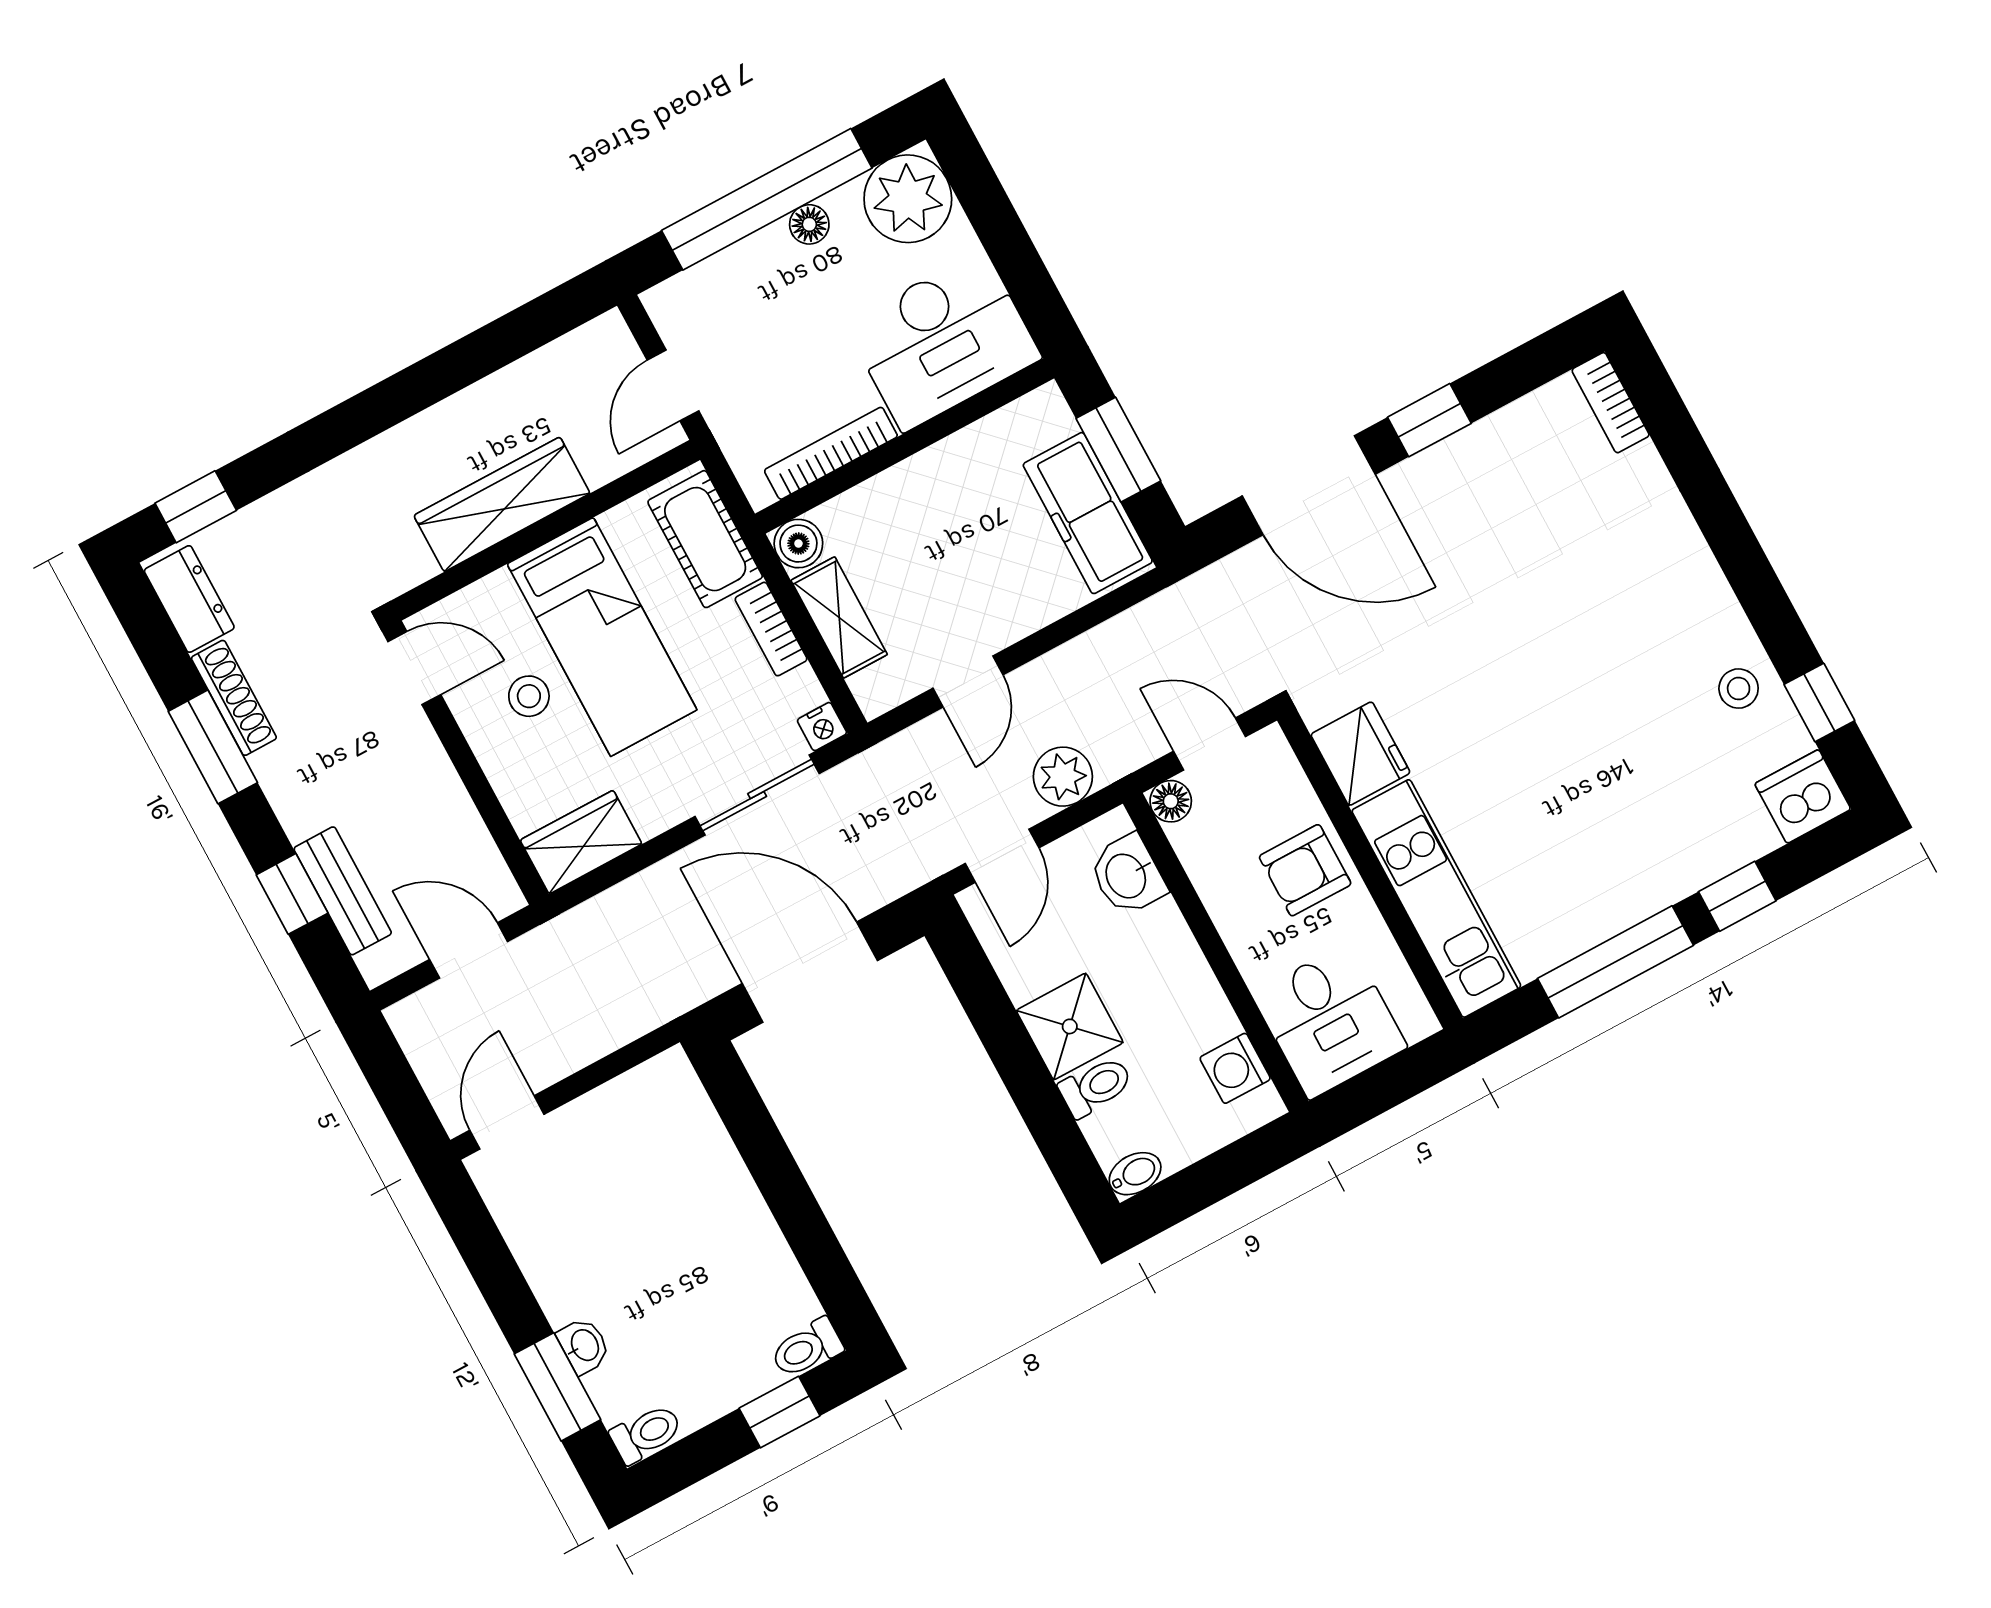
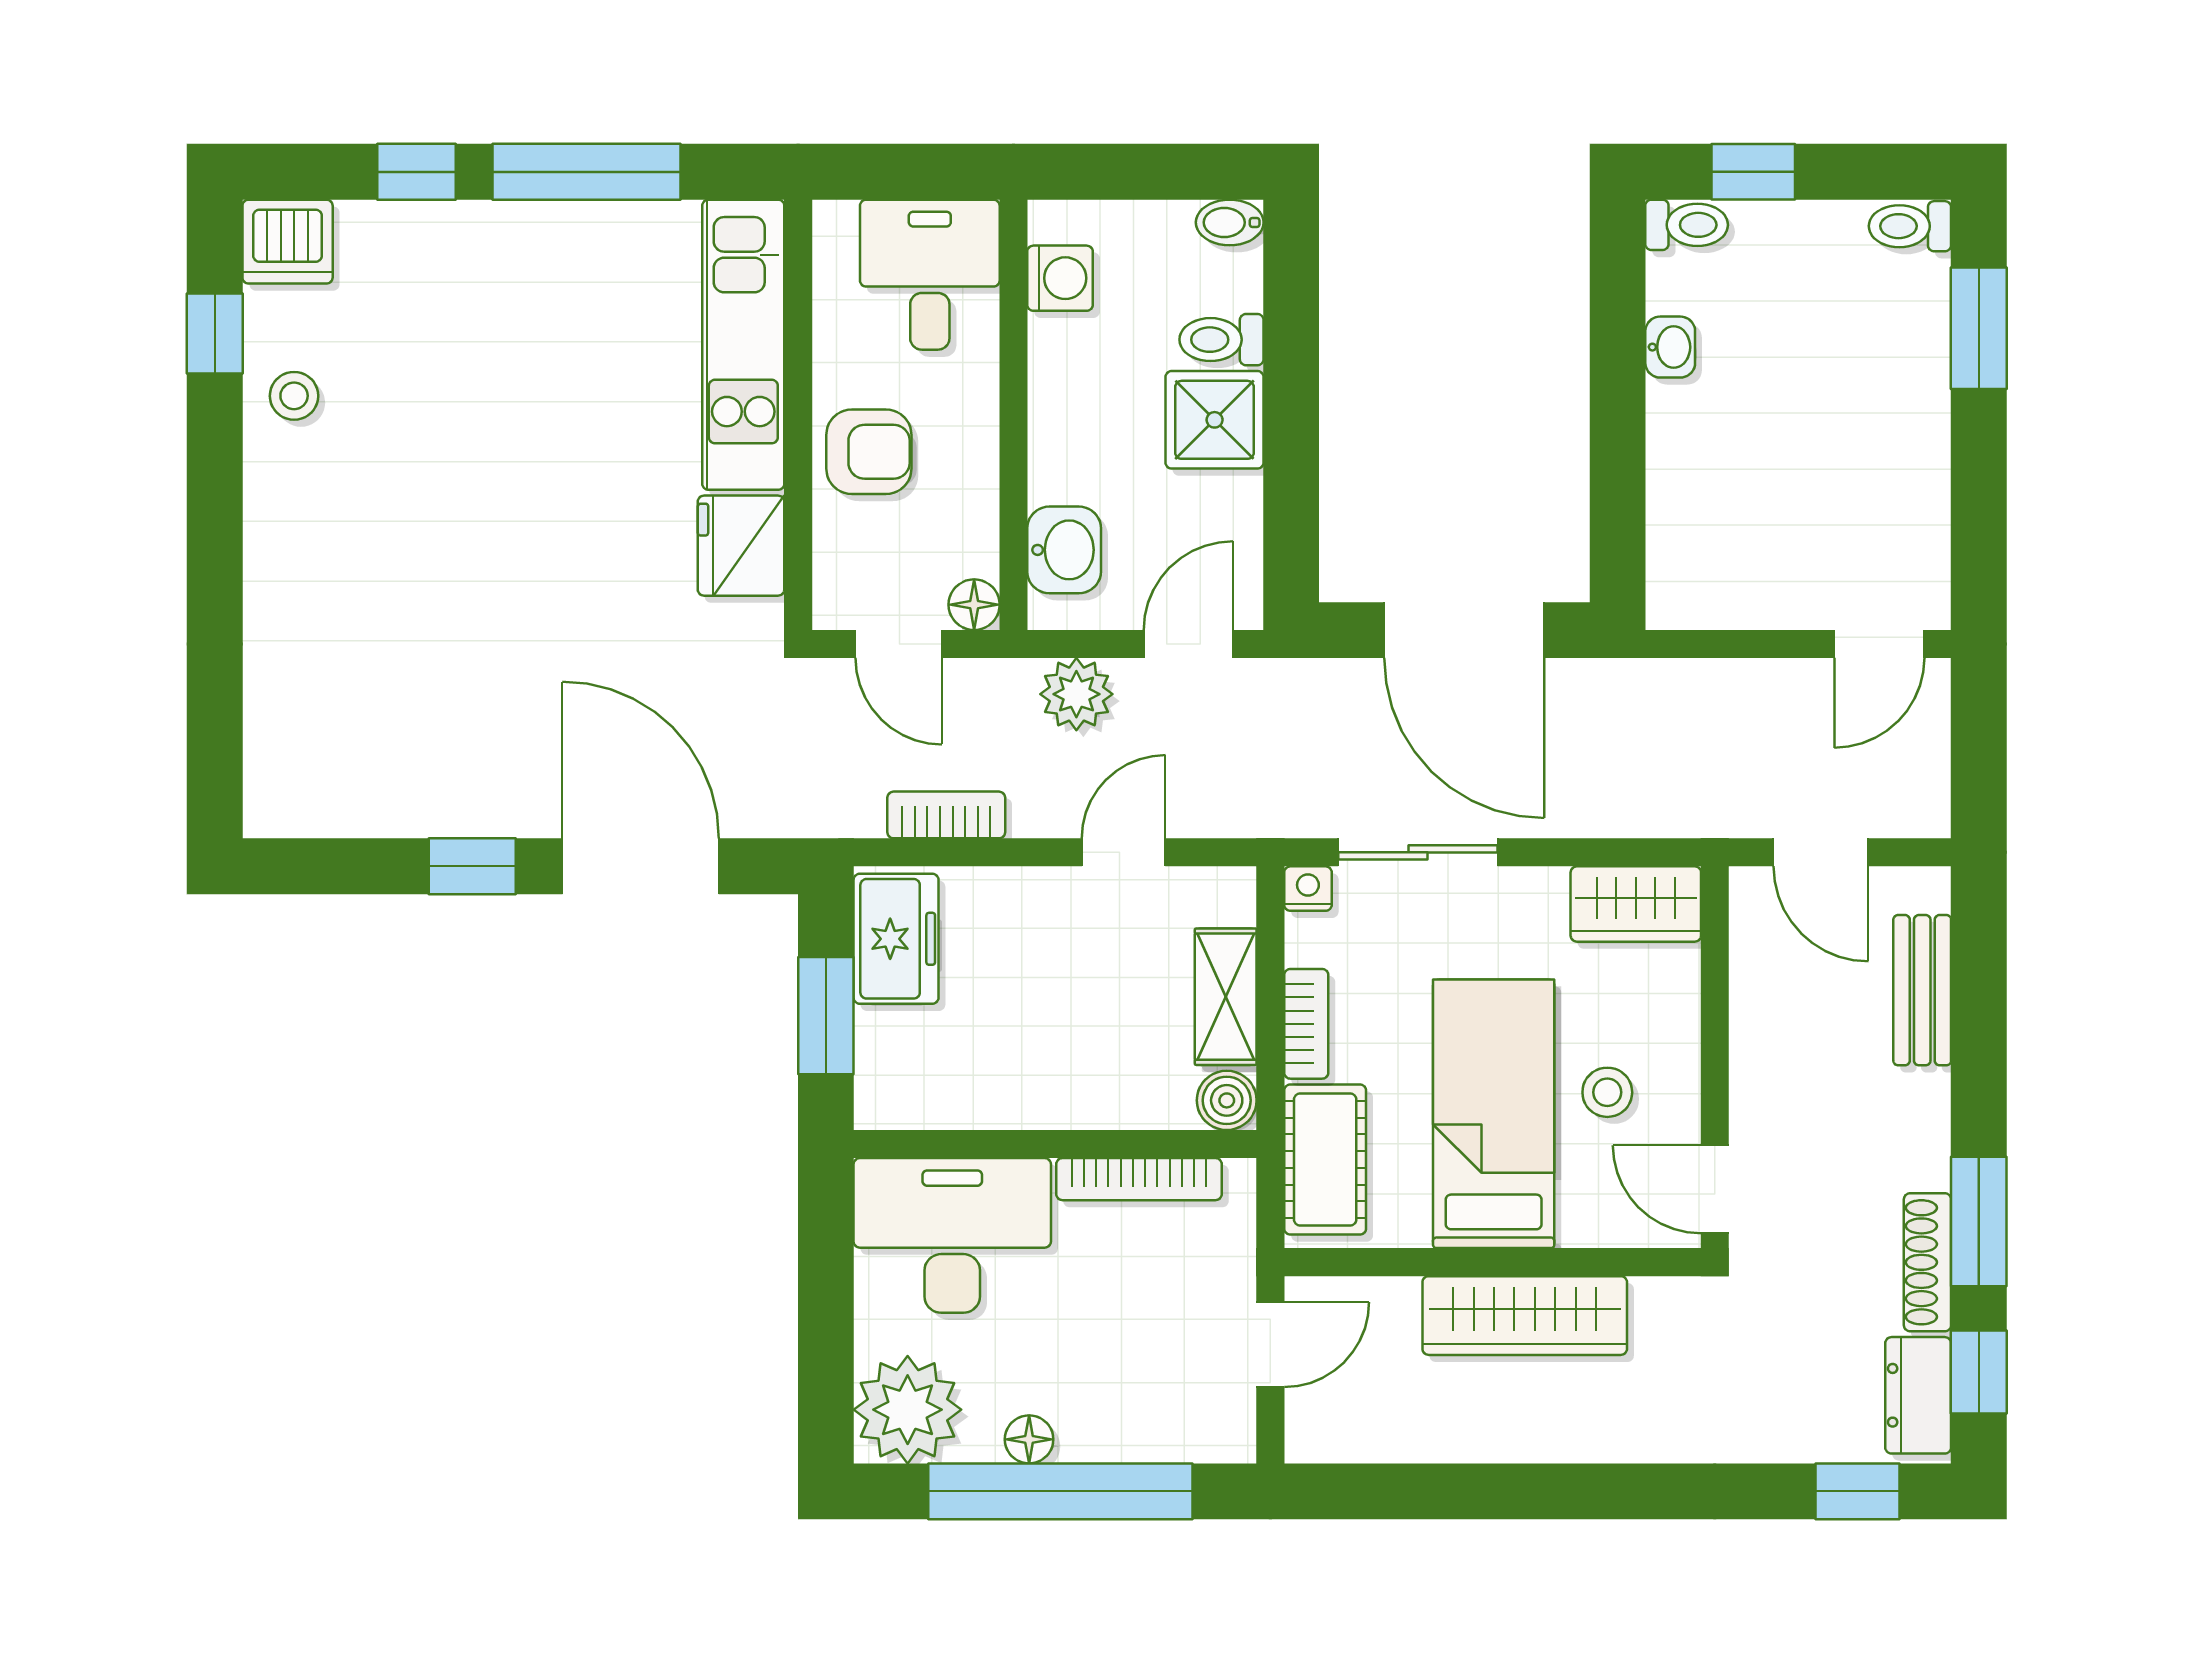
bookcase: (1611, 403) -> (946, 815), moved, turned -90
freezer: (1088, 513) -> (896, 939), width x0.71
window: (292, 894) -> (1979, 1372), moved
washbasin: (584, 1346) -> (1670, 347), moved, turned 180

